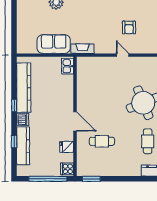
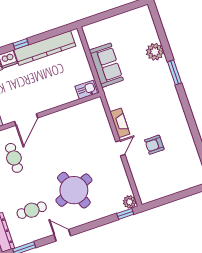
fireplace: (82, 49) -> (120, 123), moved

